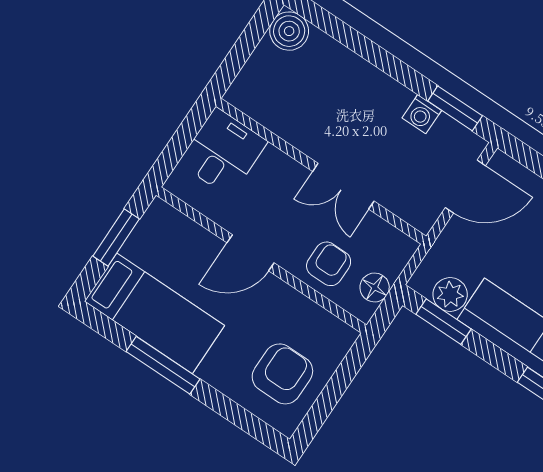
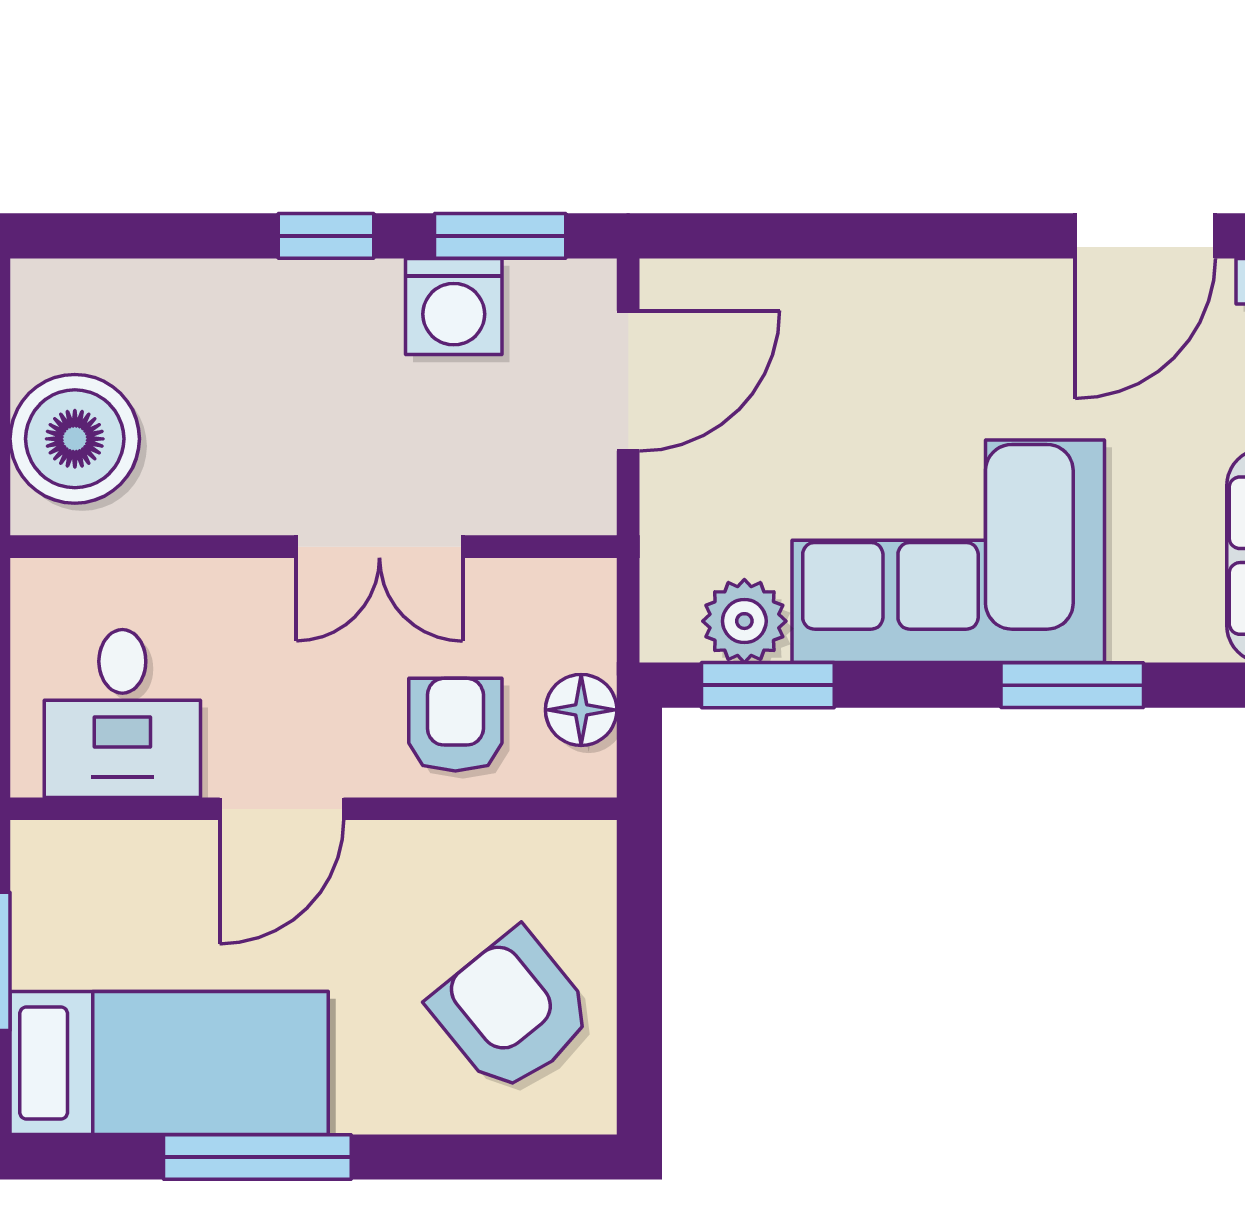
boiler: (289, 31) -> (75, 439), moved, width x1.37, depth x1.37
window: (396, 69) -> (326, 236), added
washing machine: (422, 114) -> (454, 306), width x1.38, depth x1.38
desk: (223, 152) -> (122, 713), moved, turned 180
armchair: (282, 374) -> (512, 1011), turned -39

